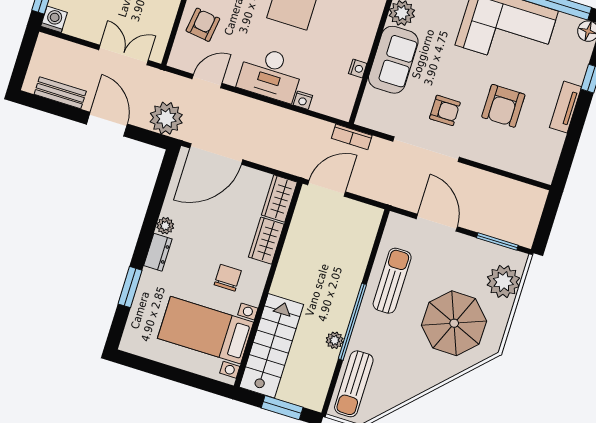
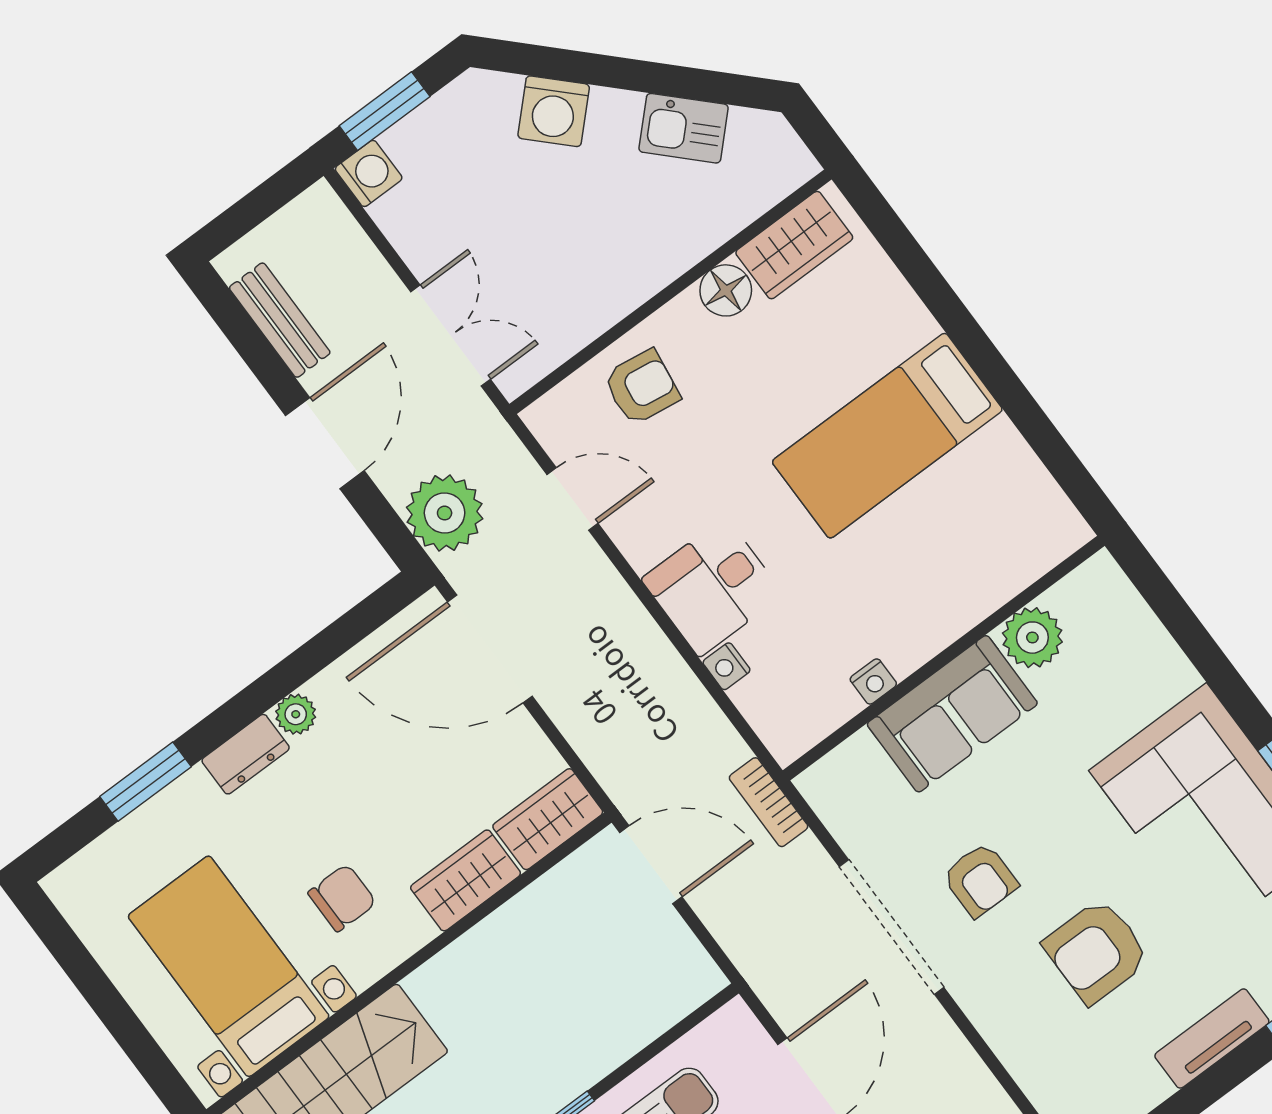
desk: (270, 74) -> (712, 587), width x0.73

